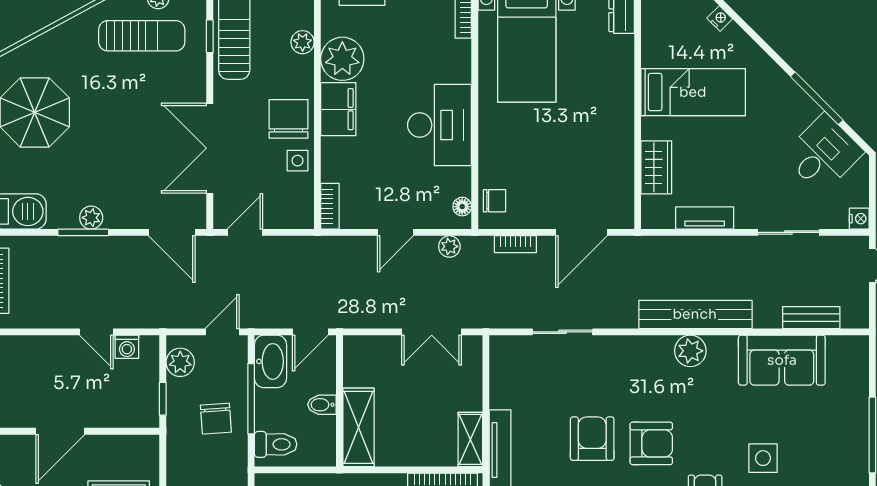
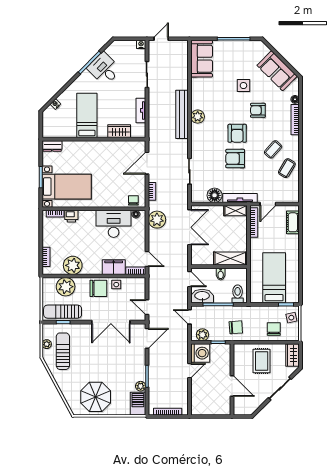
plant: (303, 42) -> (66, 287), width x1.87, depth x1.87
printer: (458, 56) -> (71, 216), added
filing cabinet: (338, 109) -> (114, 267), moved
chair: (289, 119) -> (98, 288), turned 180
desk: (440, 125) -> (114, 224), moved
desk: (823, 154) -> (104, 69), moved
plant: (91, 218) -> (141, 386), moved
door: (395, 232) -> (147, 259), moved
door: (582, 232) -> (147, 163), swing flipped
plant: (449, 246) -> (157, 220), width x1.88, depth x1.88
bench: (811, 318) -> (183, 65), removed
double door: (432, 332) -> (189, 227), width x1.37
washing machine: (127, 347) -> (200, 353), width x1.89, depth x1.89
sofa: (782, 360) -> (202, 59), moved
floor lamp: (506, 390) -> (215, 195), added
chair: (216, 419) -> (236, 327), moved
armchair: (651, 443) -> (237, 133), turned 180

